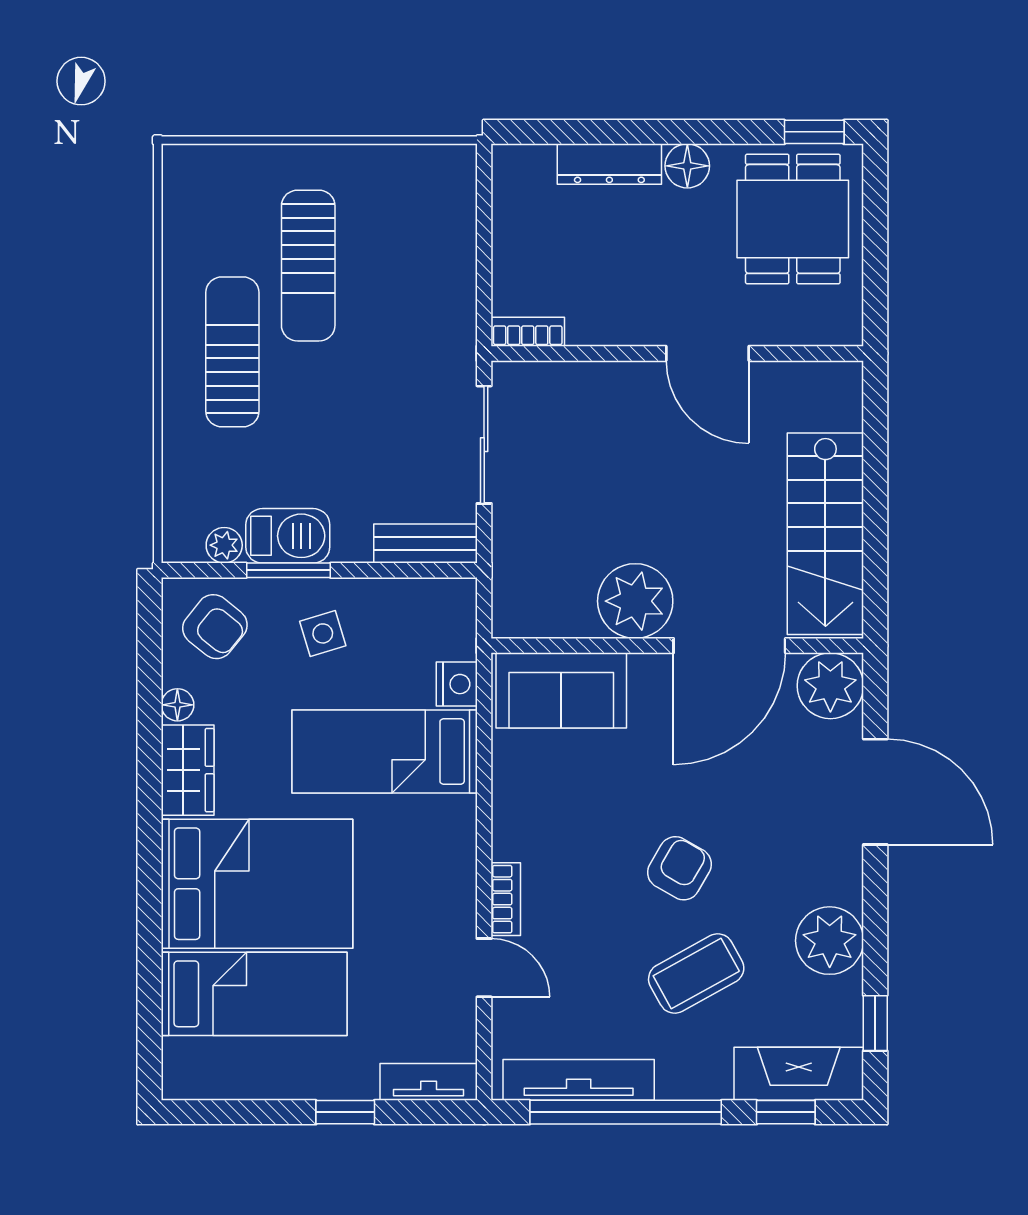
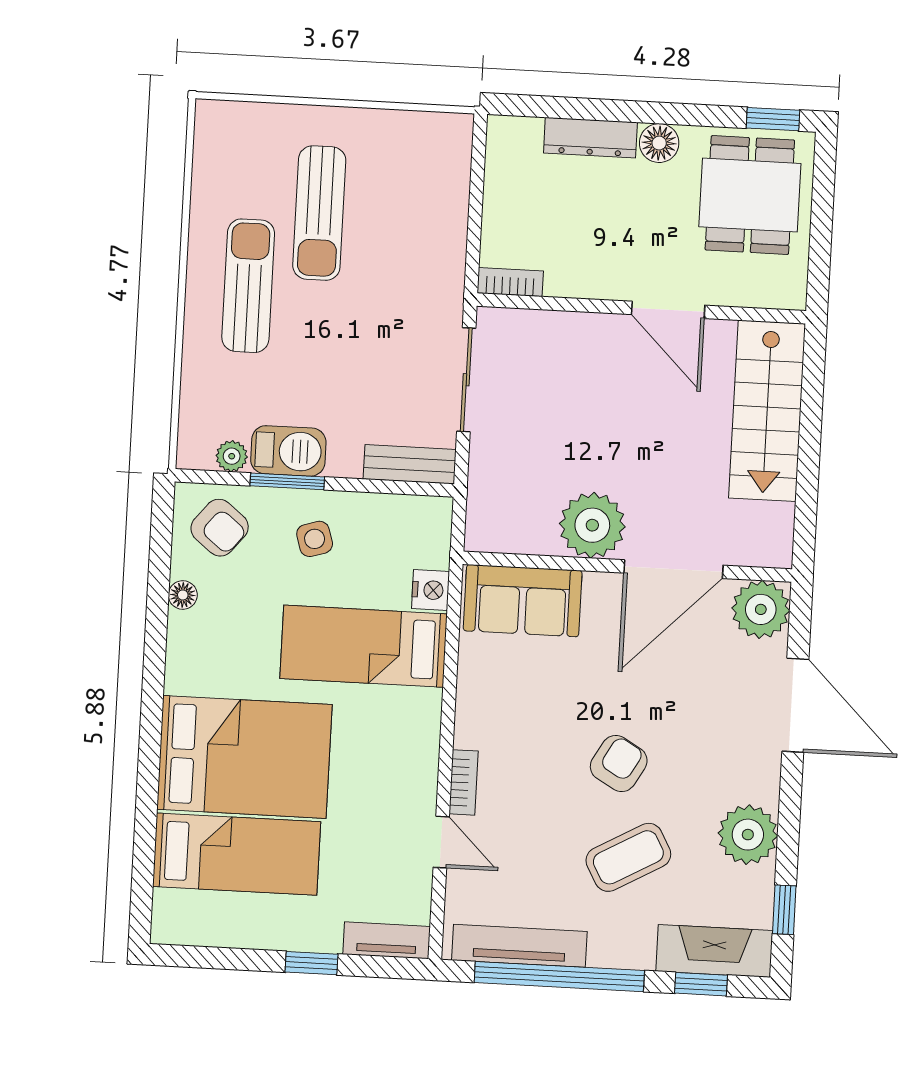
stairs: (825, 534) -> (767, 411), moved
wardrobe: (188, 770) -> (189, 653), removed

